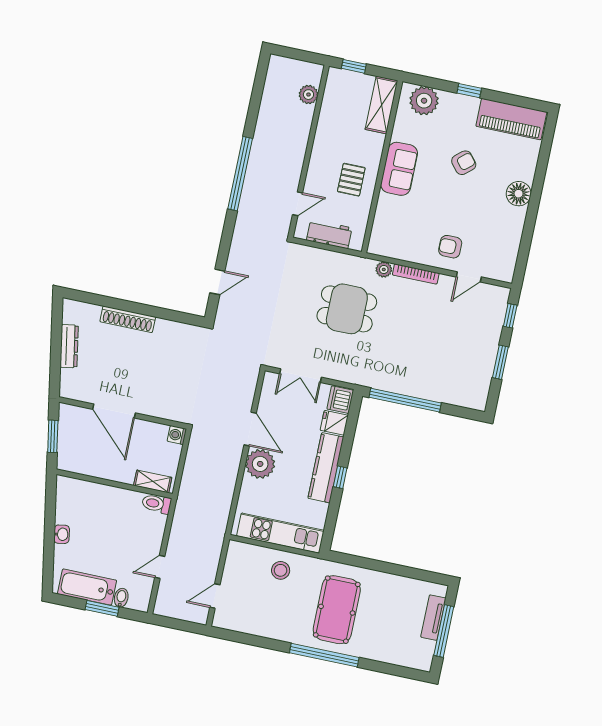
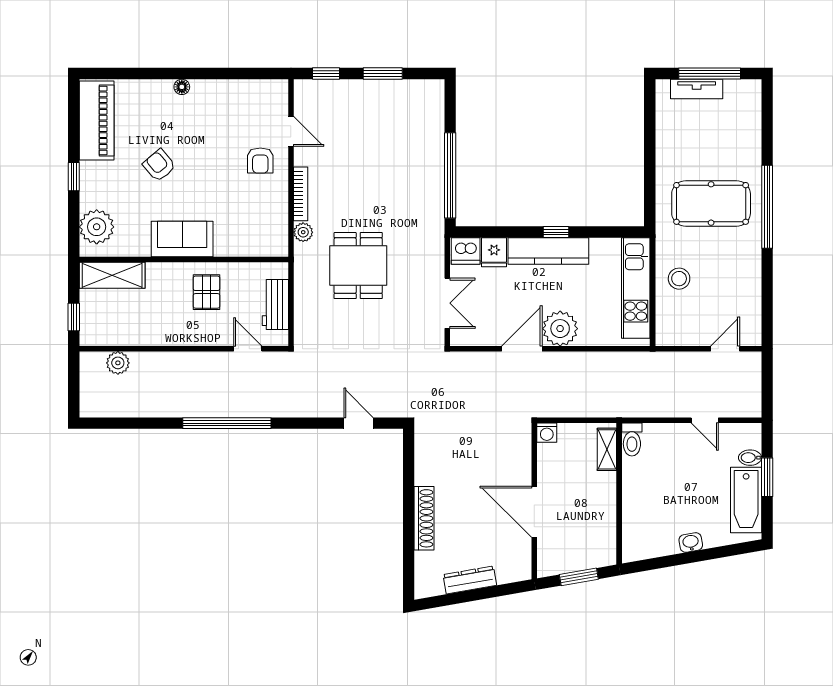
pallet: (351, 180) -> (206, 292), turned 90
floor lamp: (519, 194) -> (182, 87), width x0.53, depth x0.53
door: (114, 411) -> (534, 512), swing flipped
door: (215, 596) -> (725, 349), swing flipped

